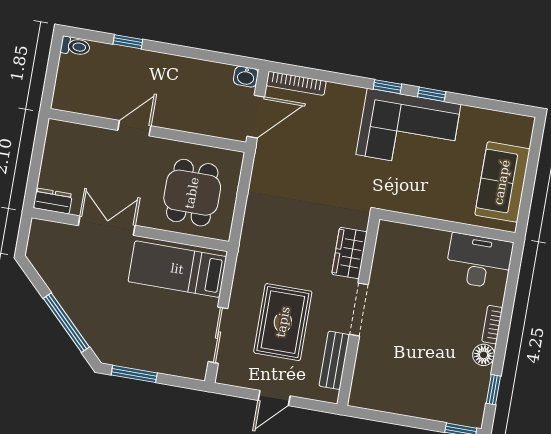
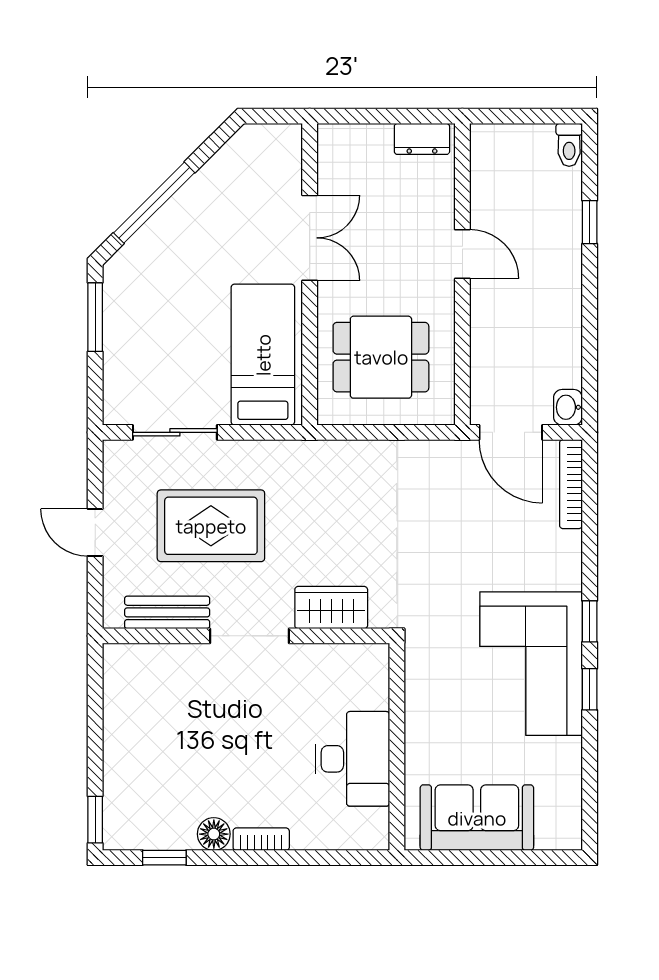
dresser: (53, 201) -> (422, 139), moved, turned 90
desk: (479, 261) -> (352, 759), moved

